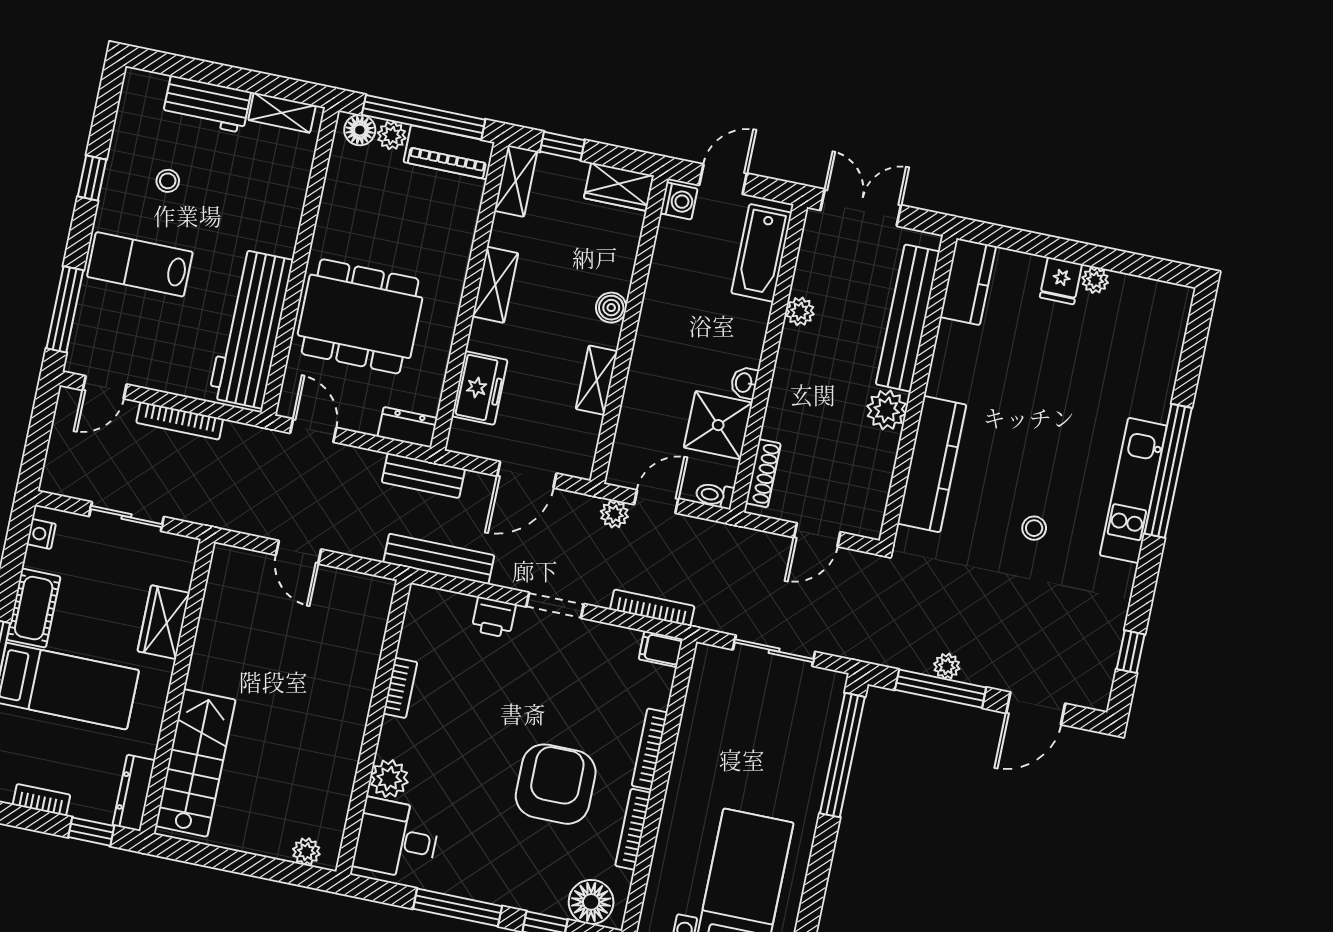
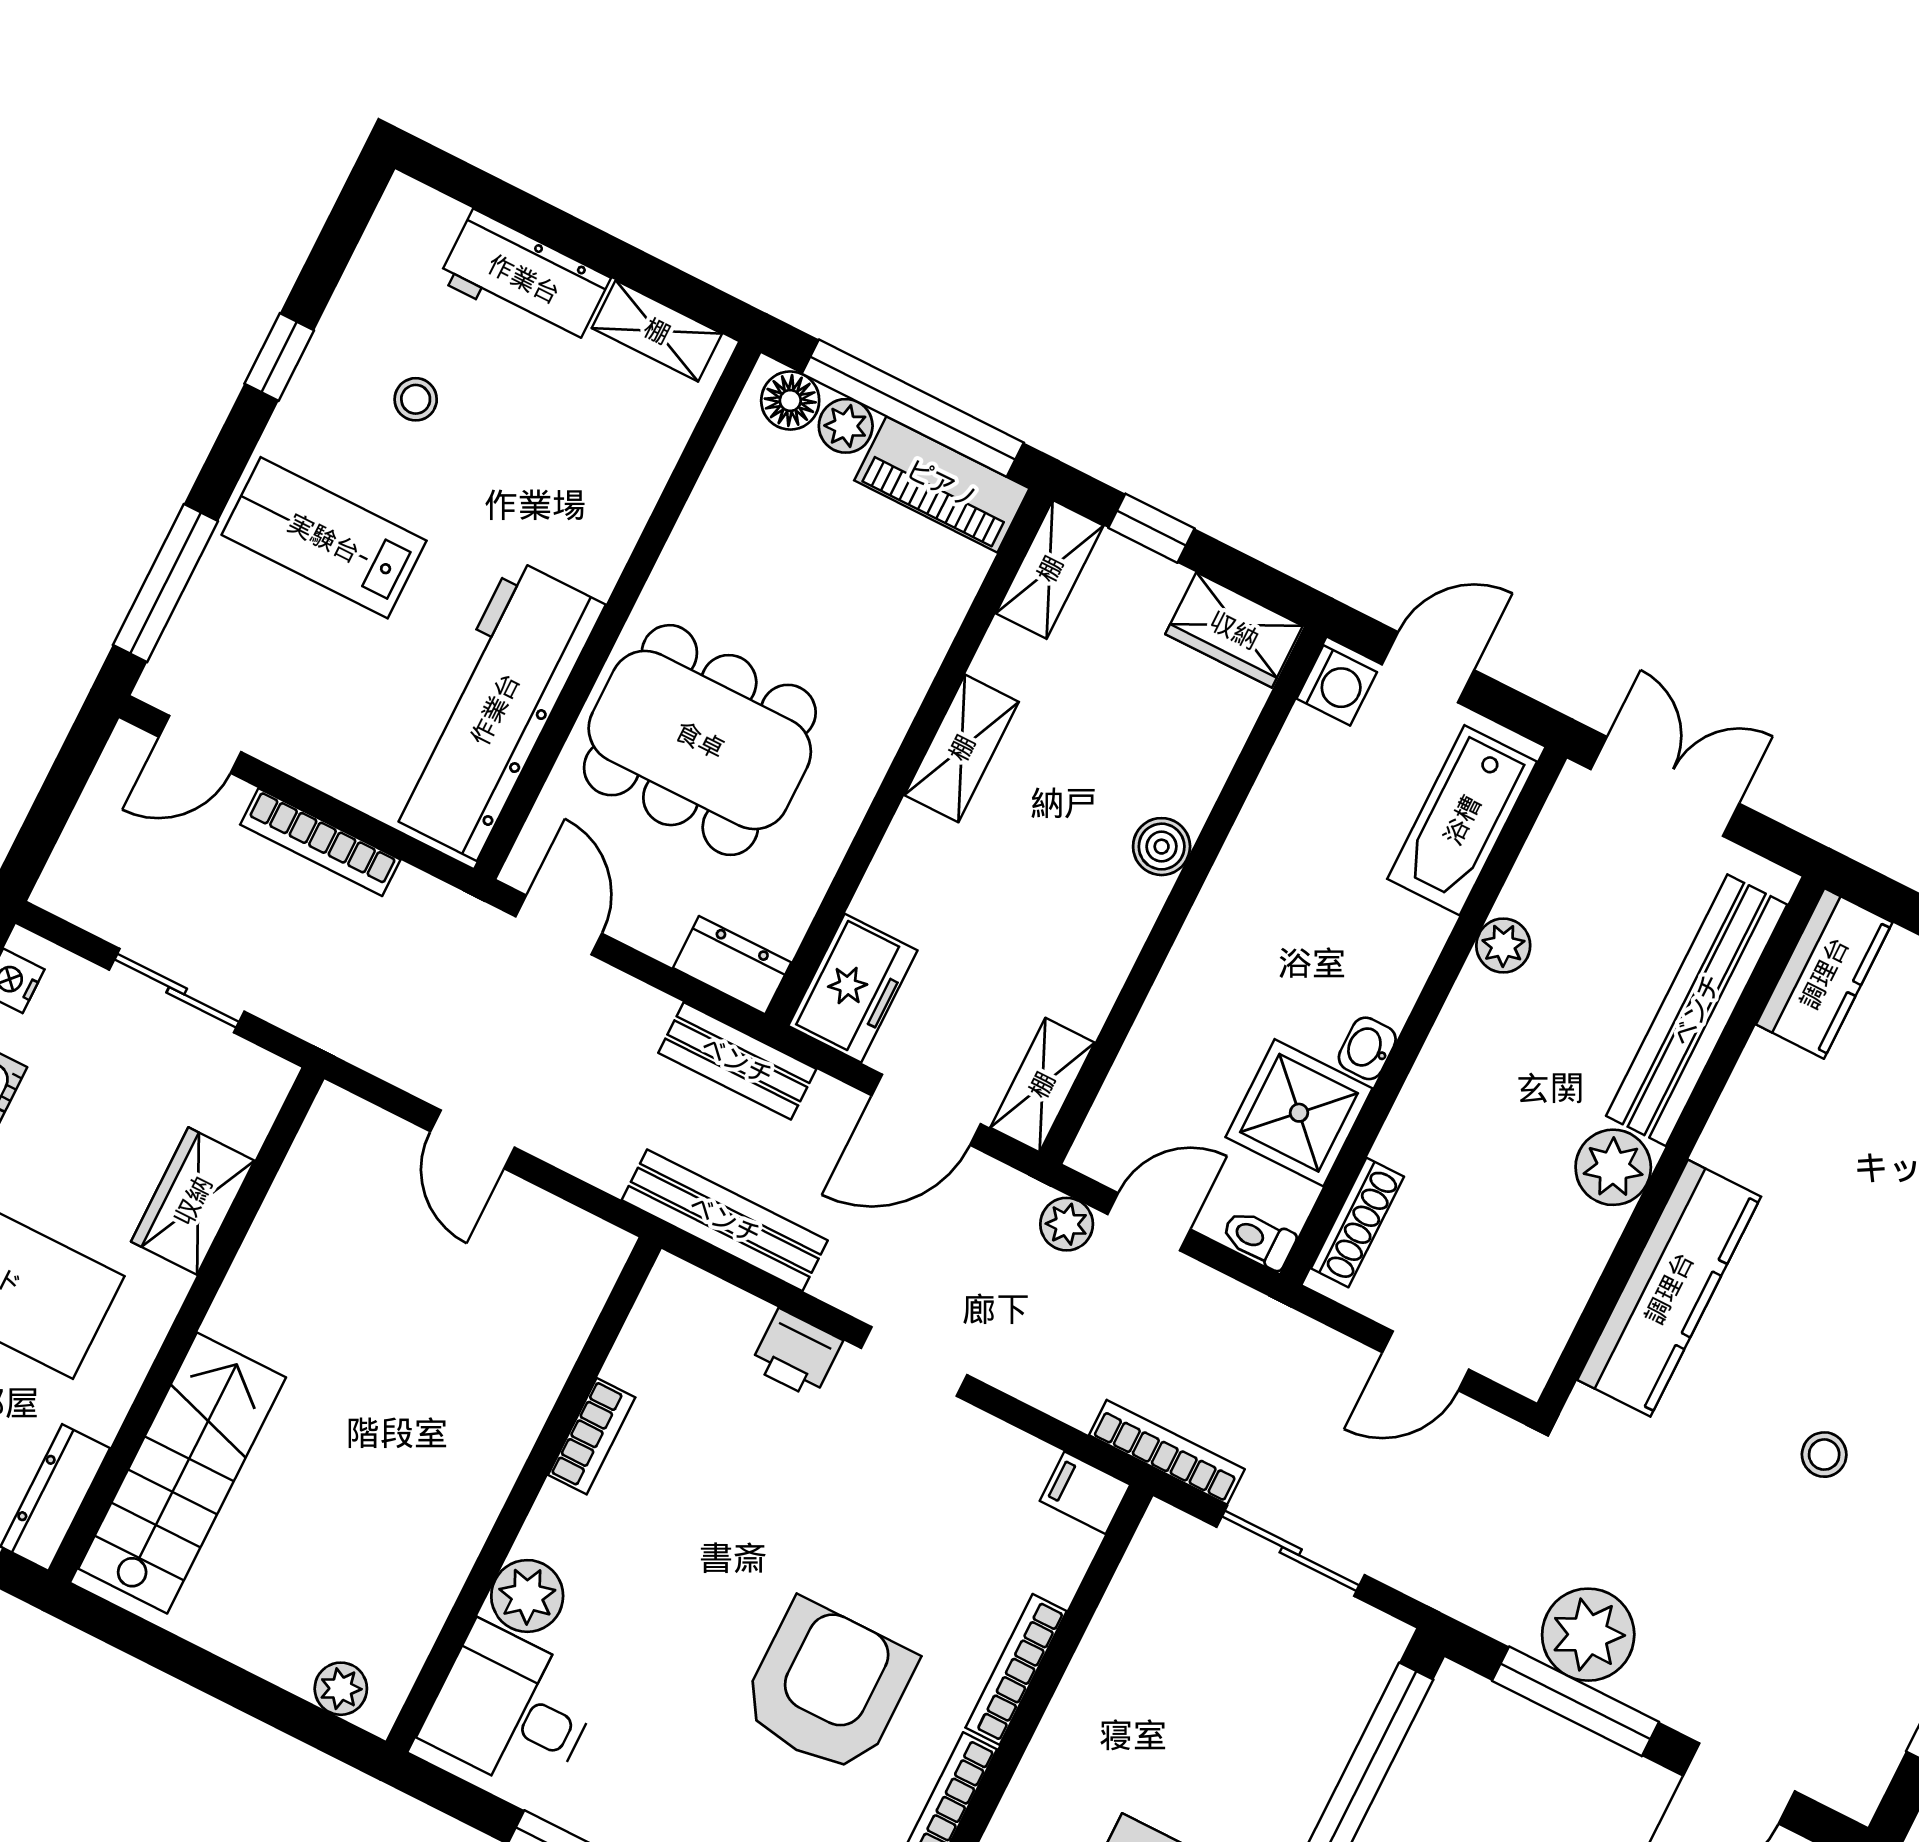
shelving: (597, 380) -> (1042, 1085), moved
freezer: (480, 388) -> (853, 988), moved
bookcase: (652, 608) -> (1167, 1452), moved
plant: (947, 666) -> (1588, 1635), width x1.88, depth x1.88

